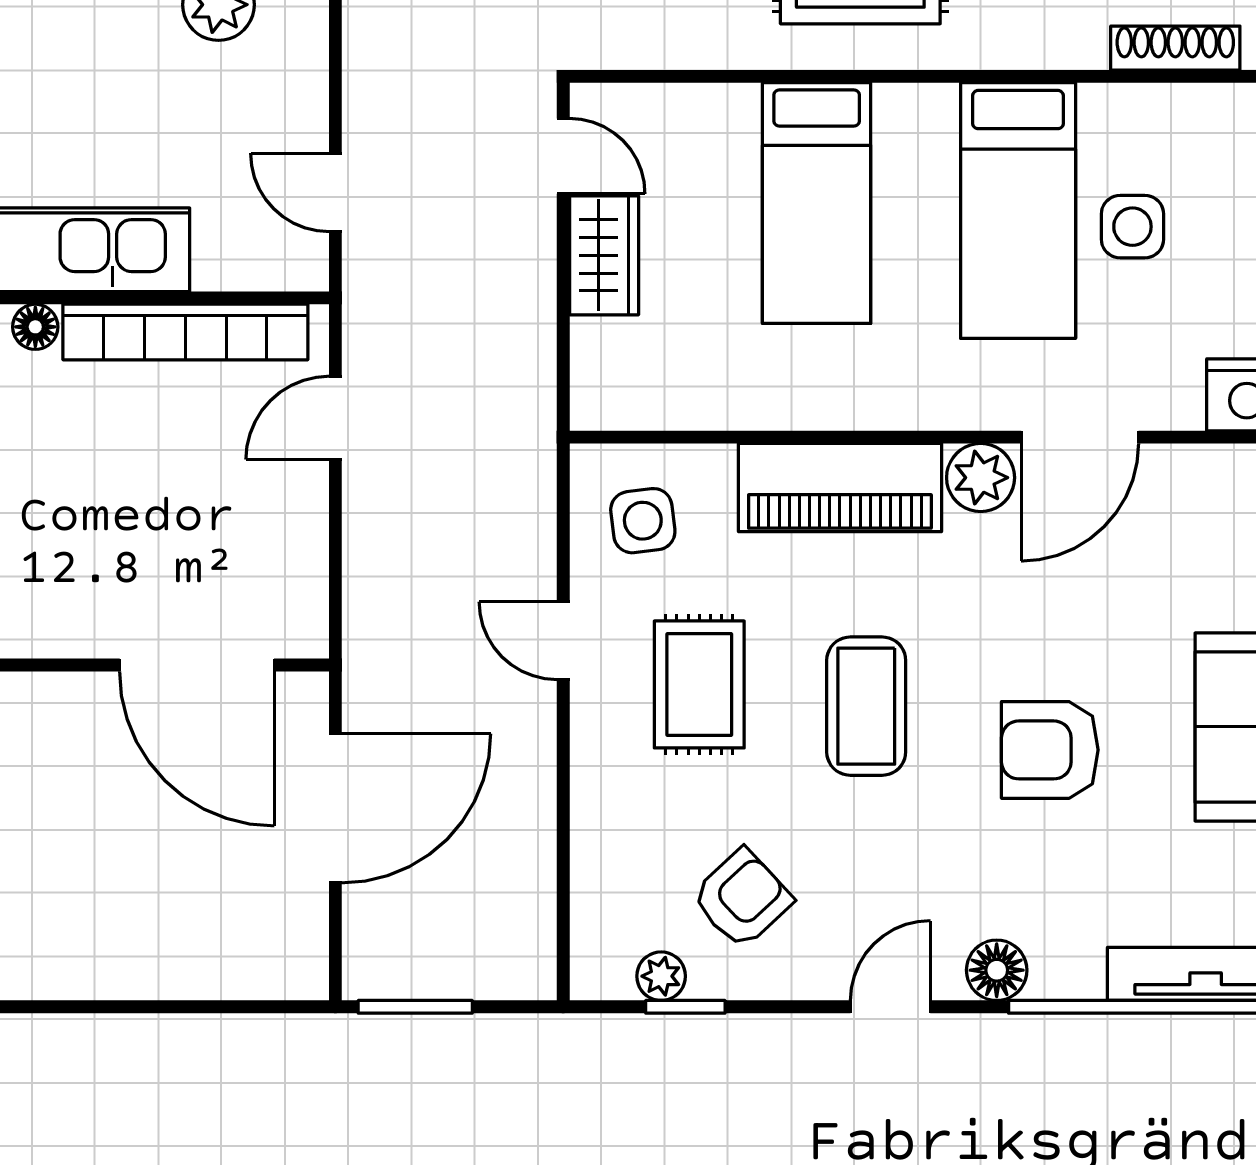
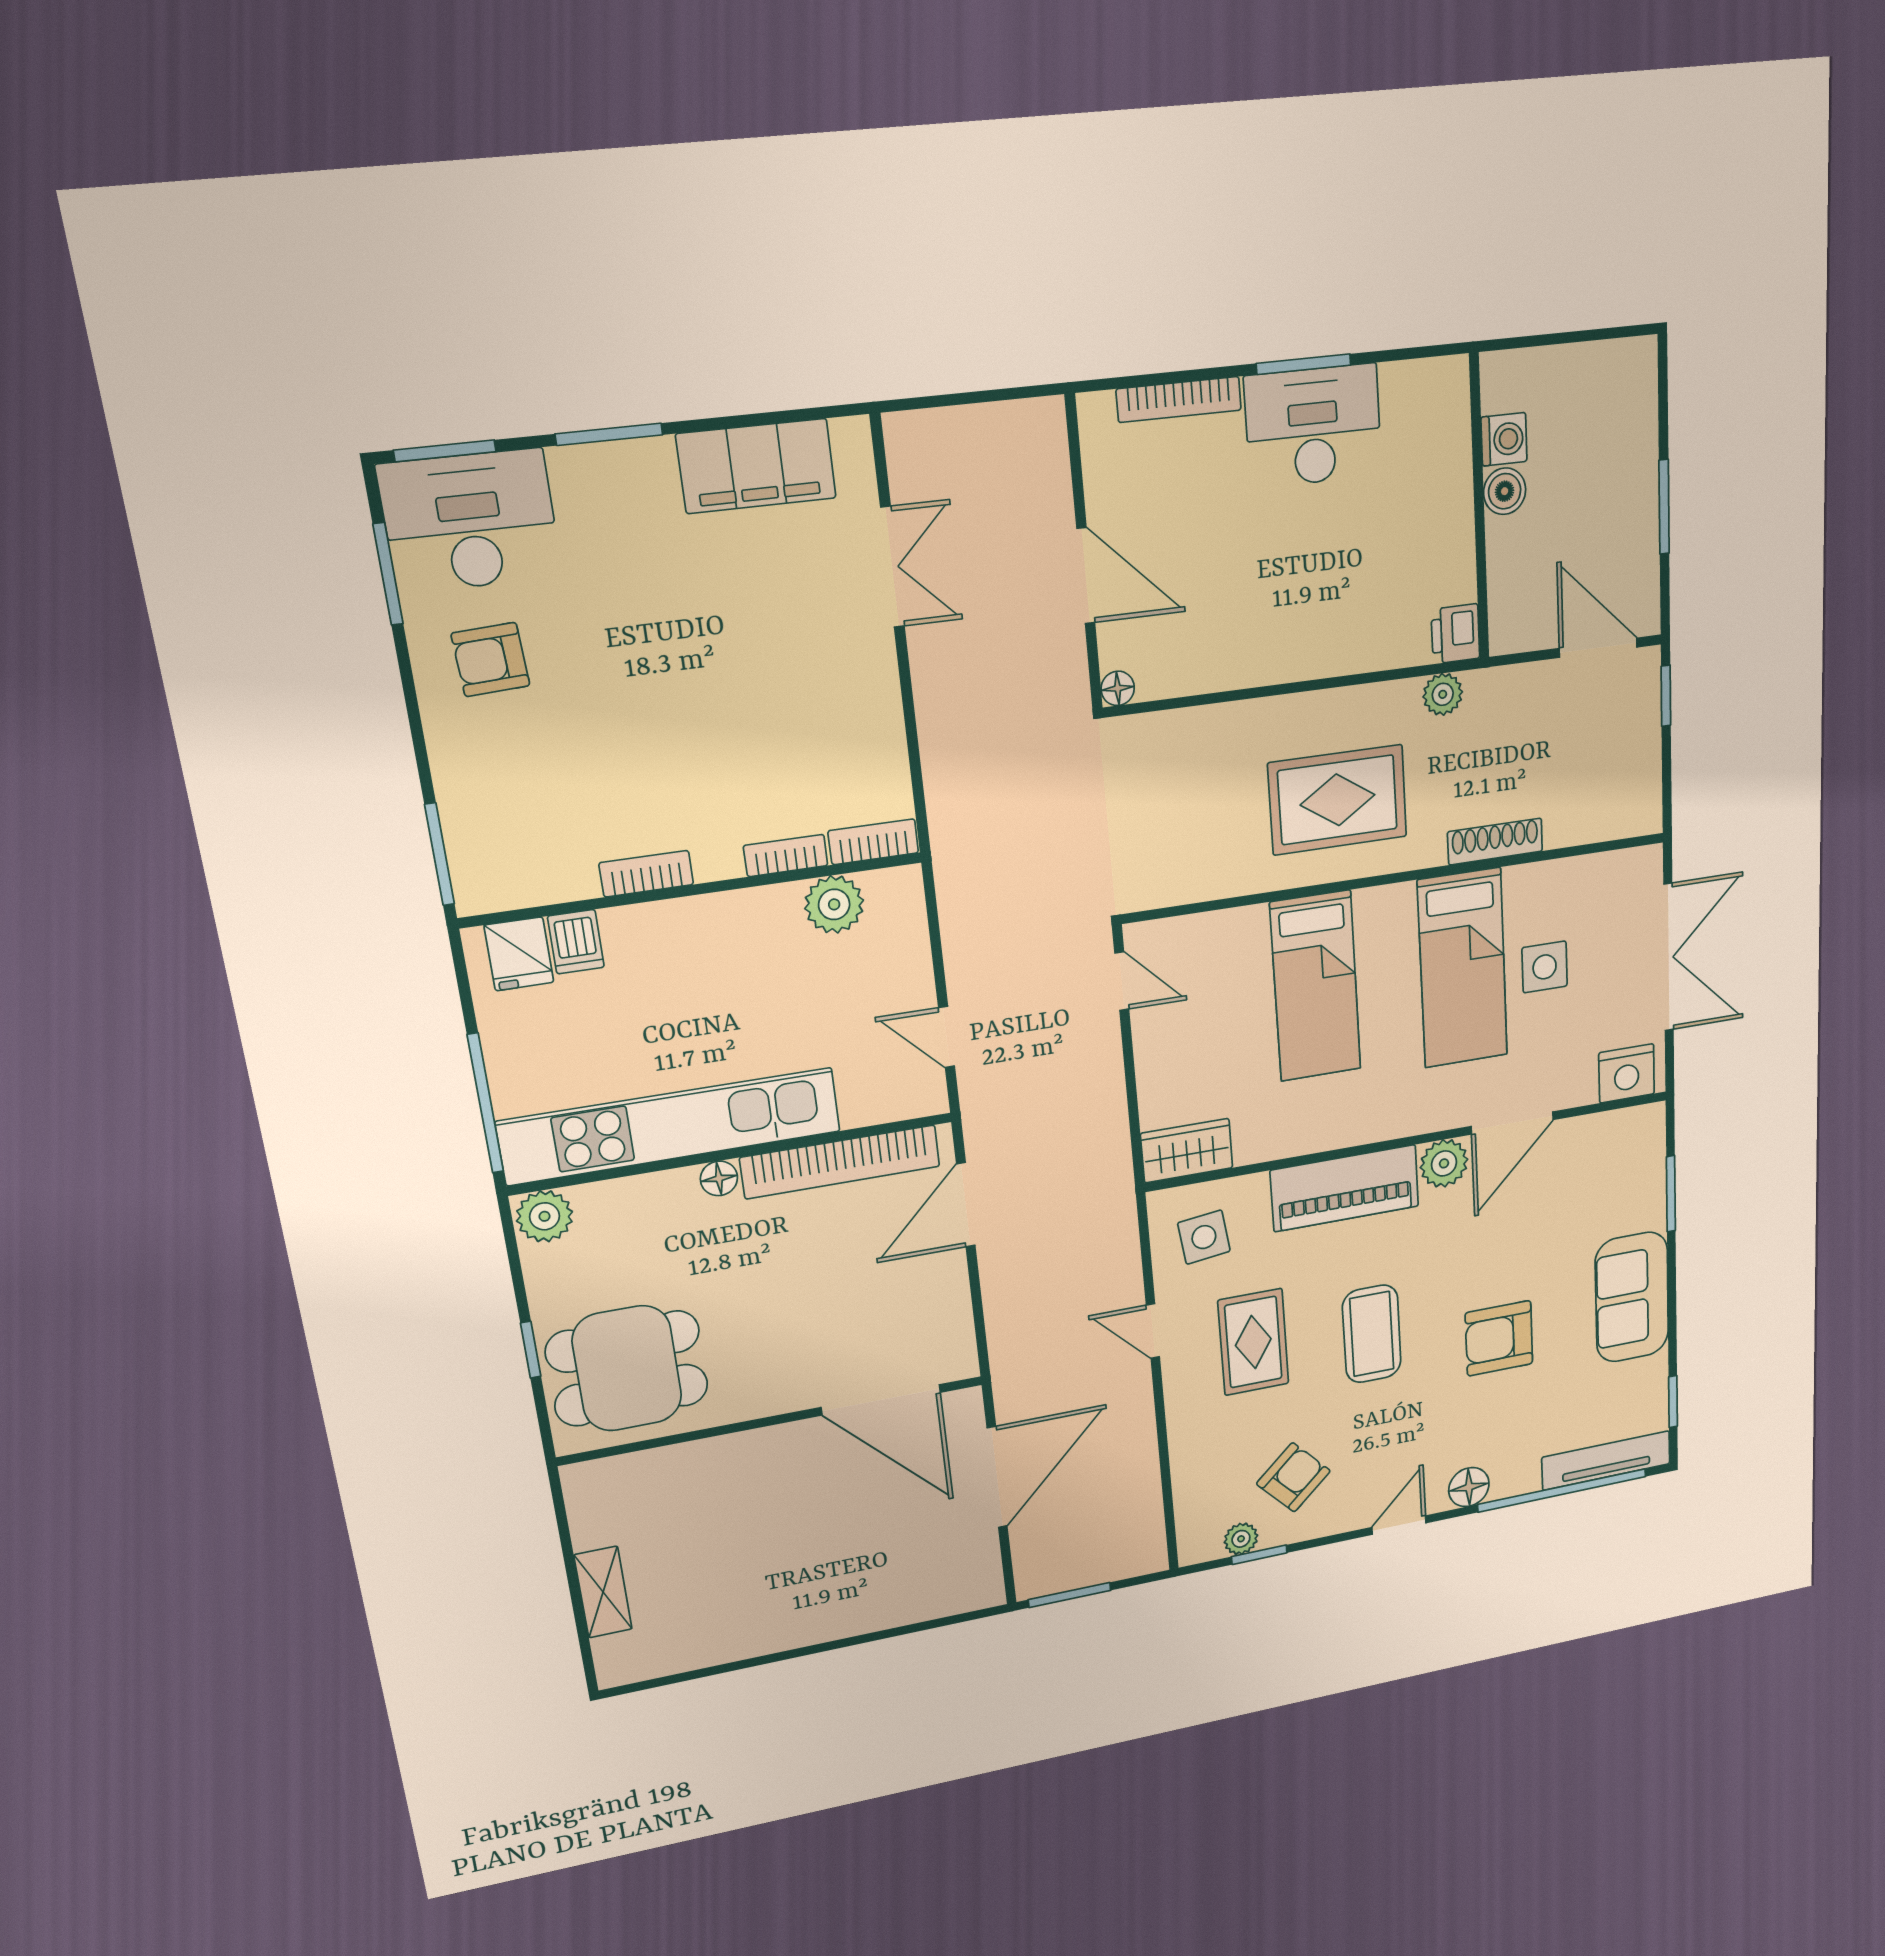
shoe rack: (1175, 48) -> (1495, 841), moved
wardrobe: (604, 255) -> (1187, 1151), moved, turned -90
door: (335, 418) -> (966, 1205), width x1.38

